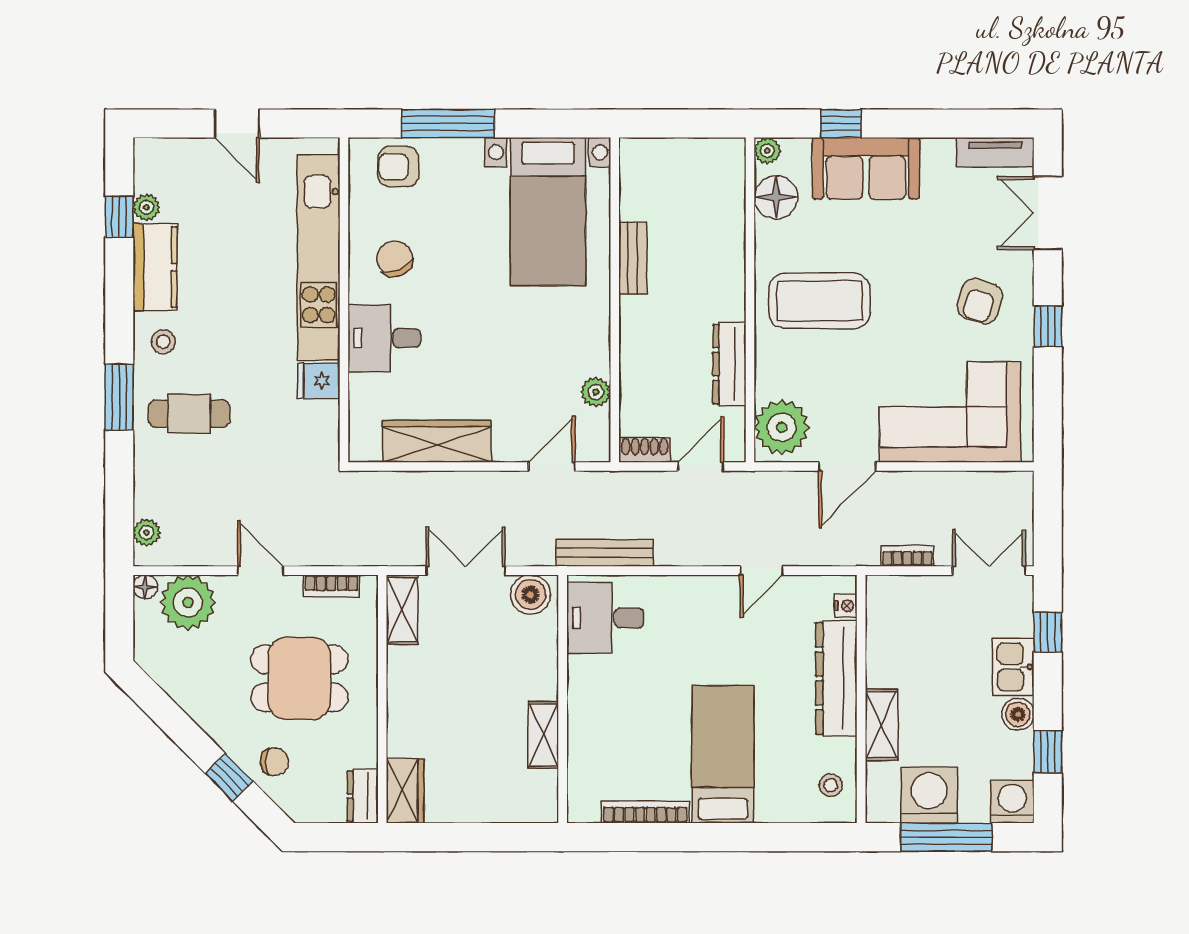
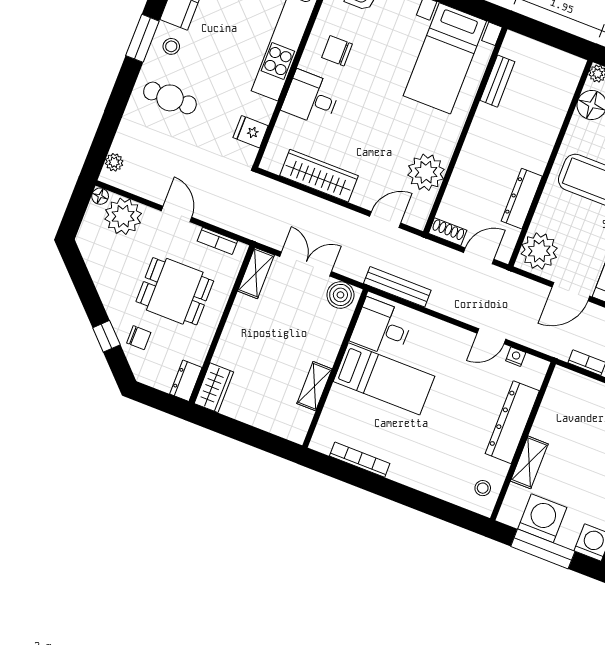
bench: (633, 258) -> (497, 81), moved
chair: (395, 259) -> (337, 51), turned -67
fridge: (319, 381) -> (251, 132), moved
plant: (596, 392) -> (426, 172), width x1.87, depth x1.87
window: (119, 397) -> (142, 38), moved
nightstand: (846, 606) -> (516, 357), moved, turned -90
bed: (723, 754) -> (384, 379), moved, turned 90

